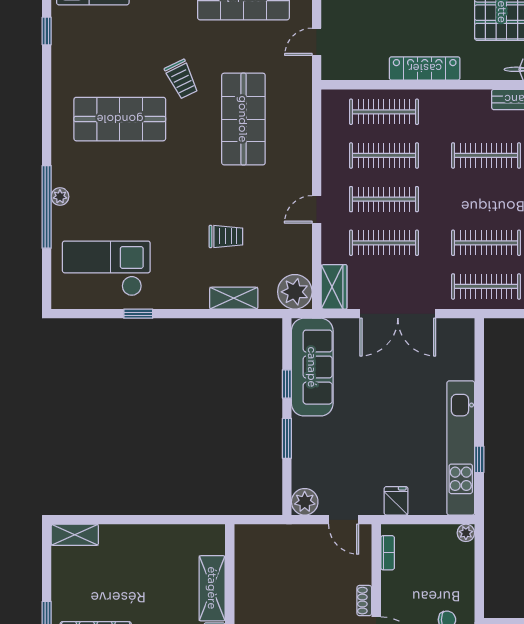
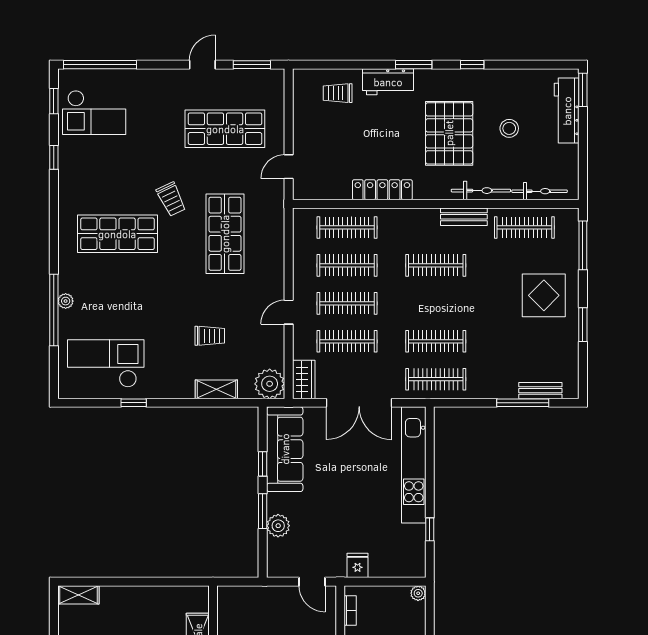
kitchen unit: (461, 448) -> (414, 465), moved
plant: (305, 502) -> (278, 526), moved

